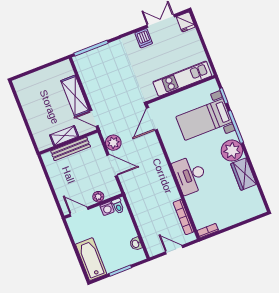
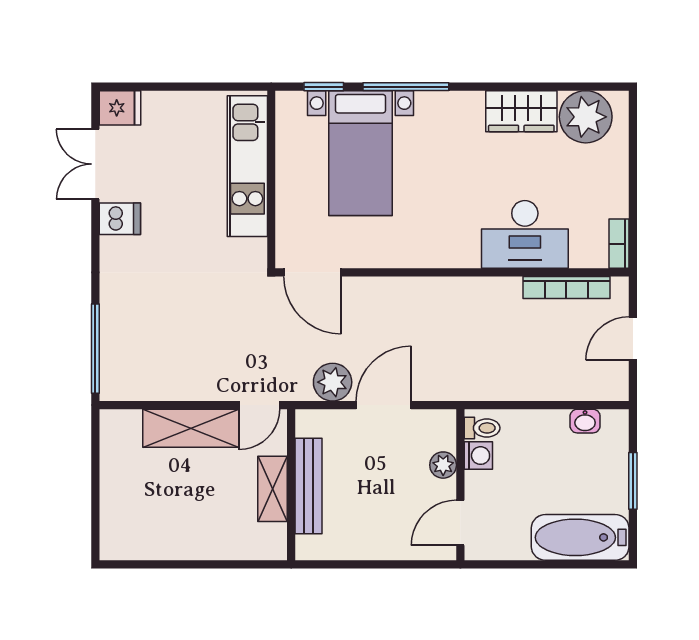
plant: (232, 151) -> (586, 117), moved
desk: (190, 175) -> (525, 234), moved

